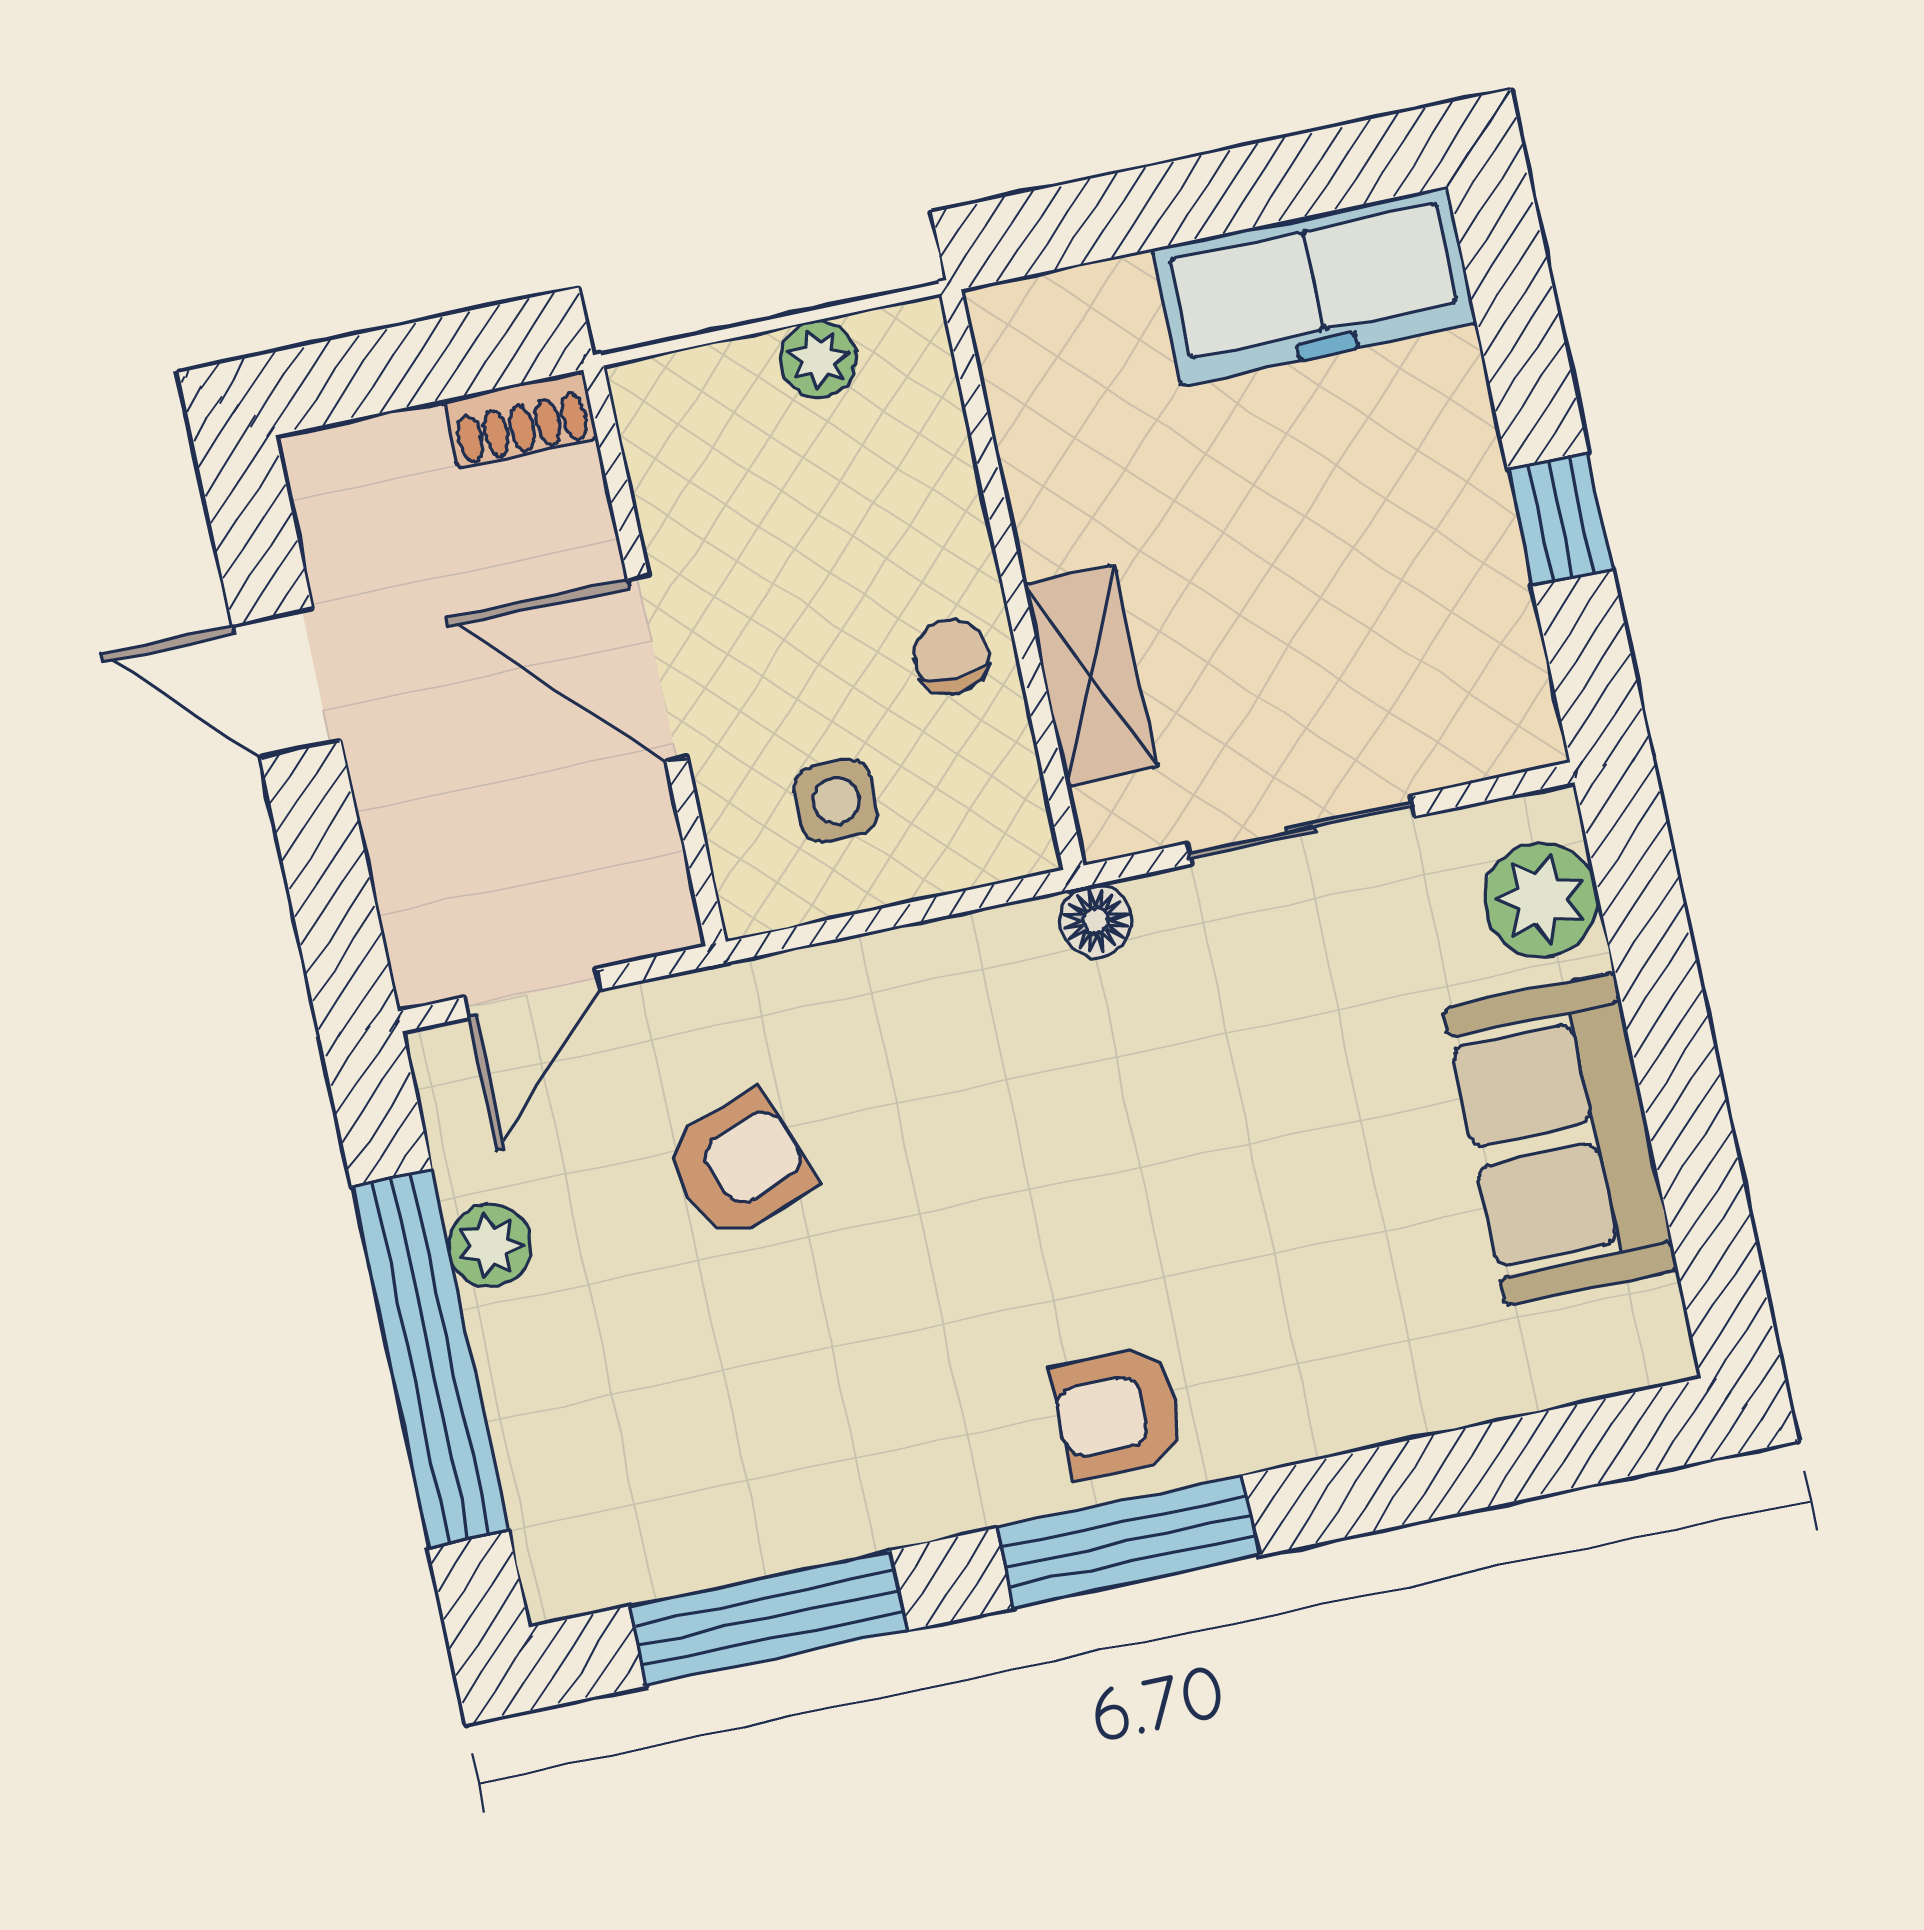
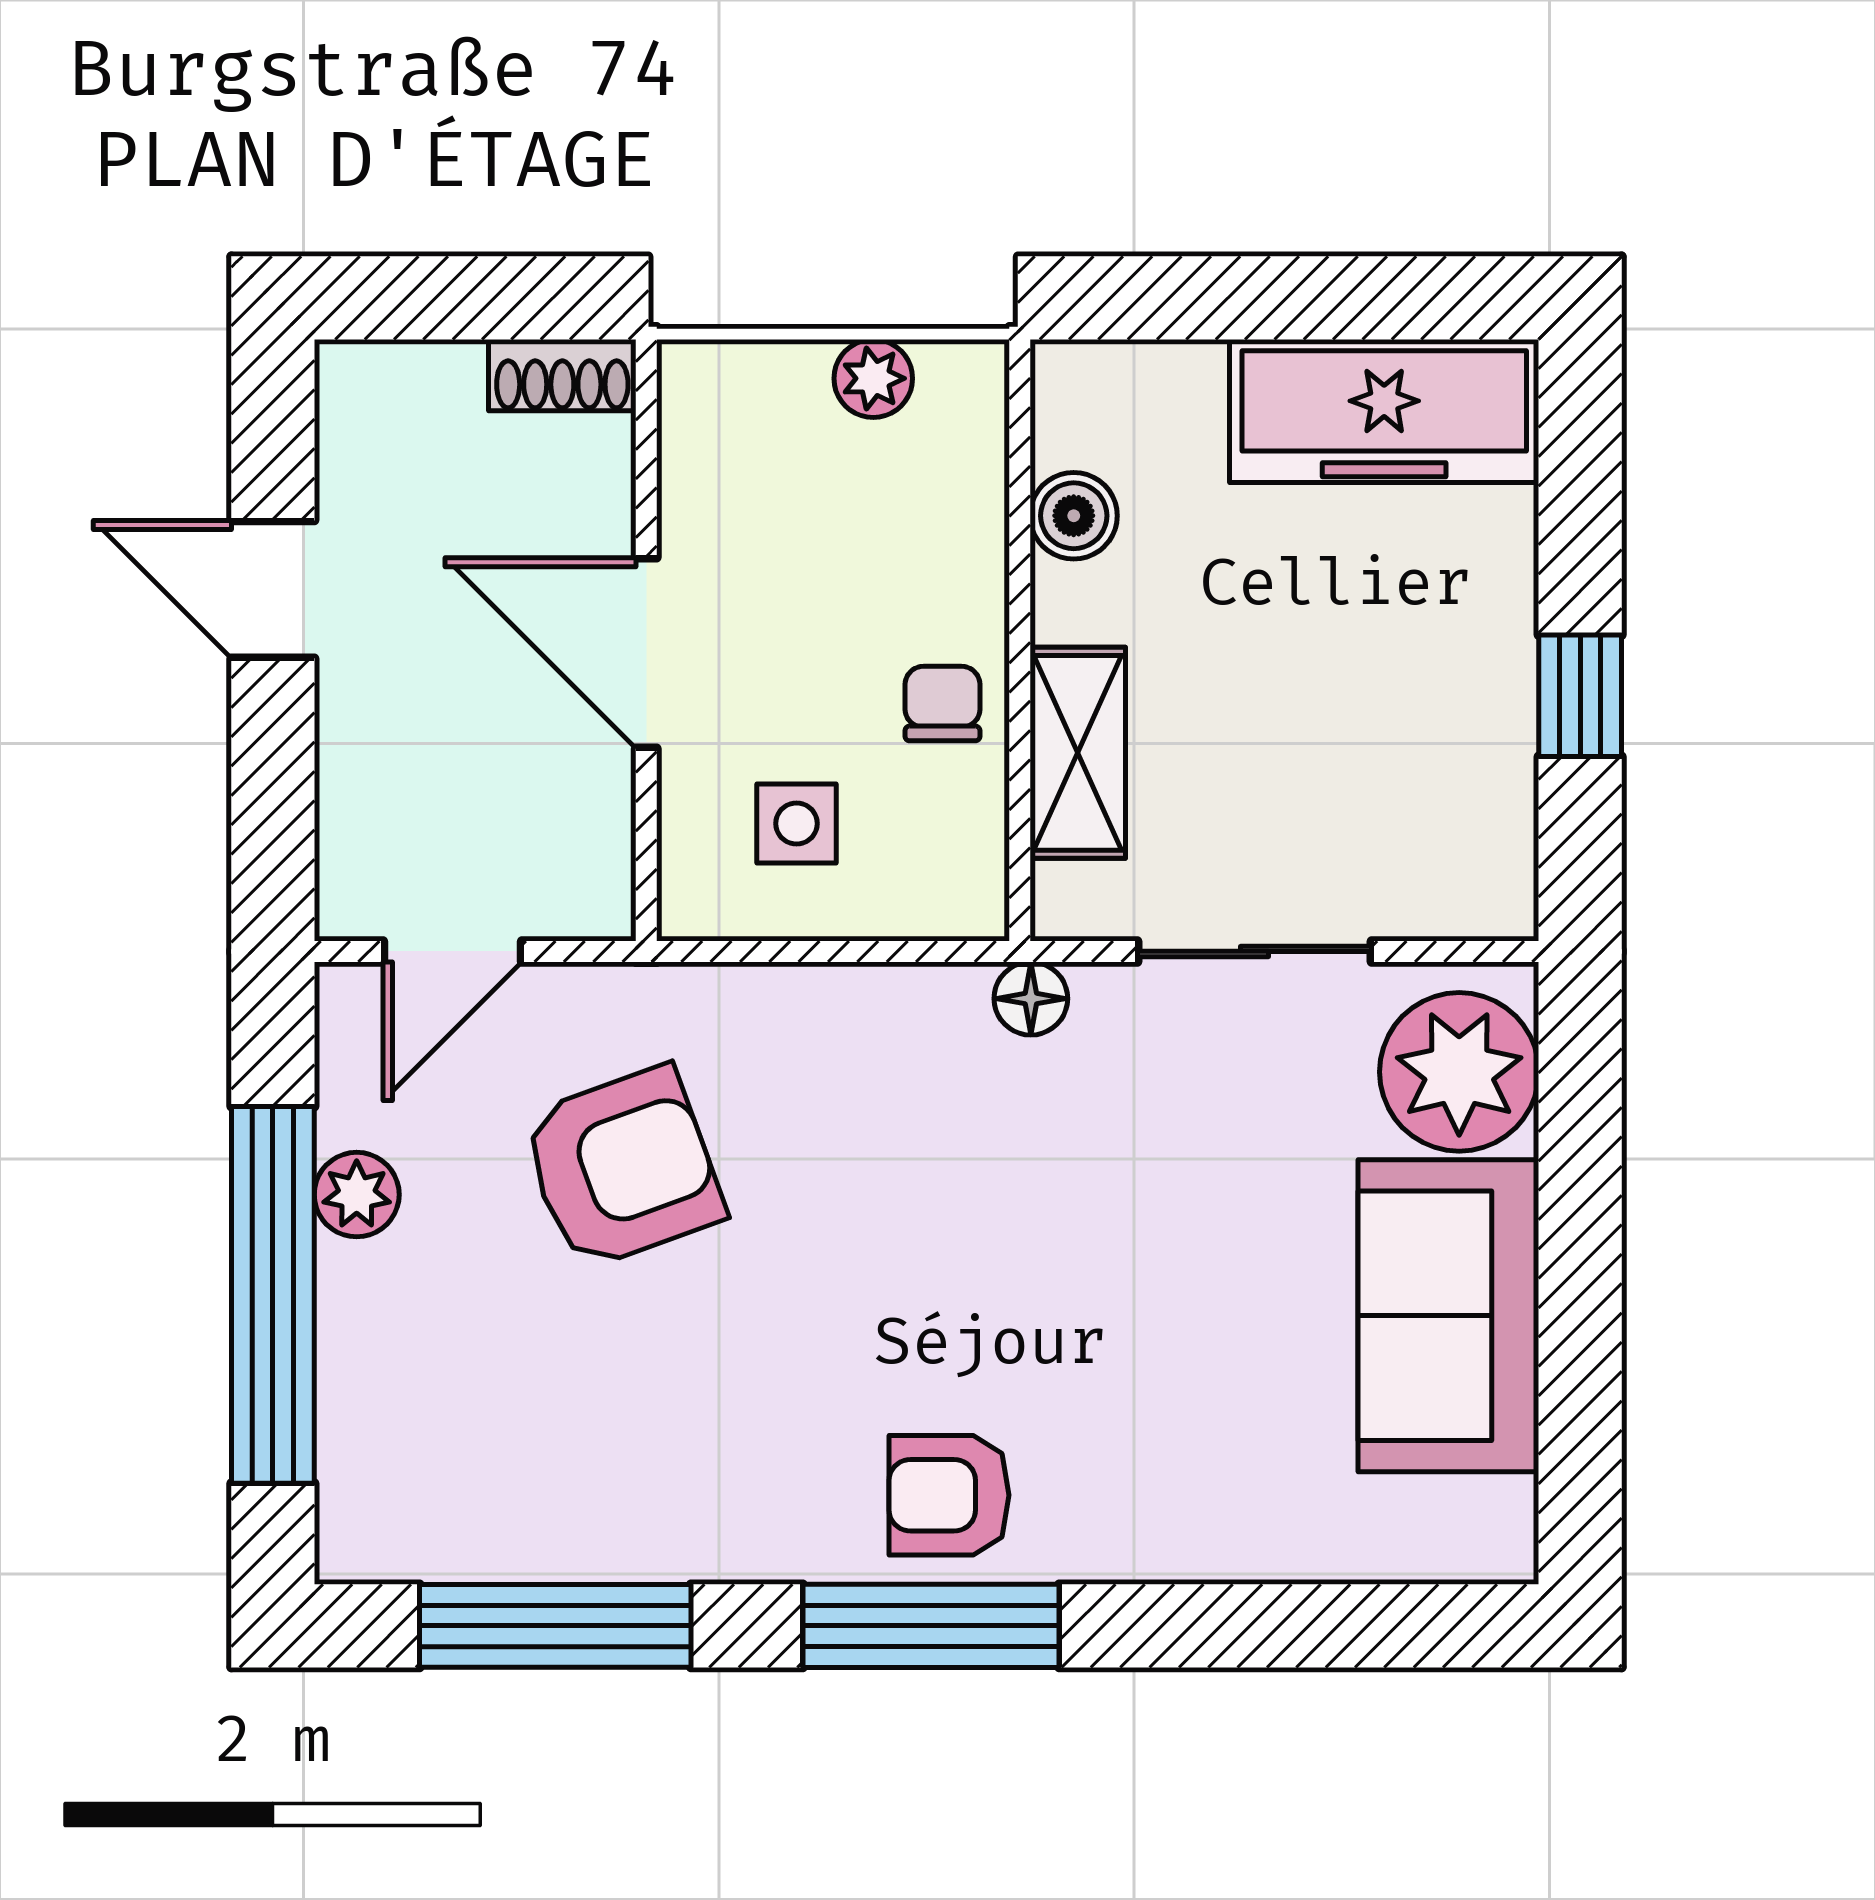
boiler: (1039, 450) -> (1074, 516), added
plant: (1541, 899) -> (1459, 1072), width x1.36, depth x1.36
armchair: (739, 1166) -> (622, 1168), width x1.38, depth x1.38

